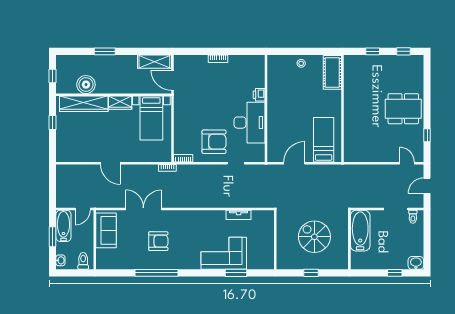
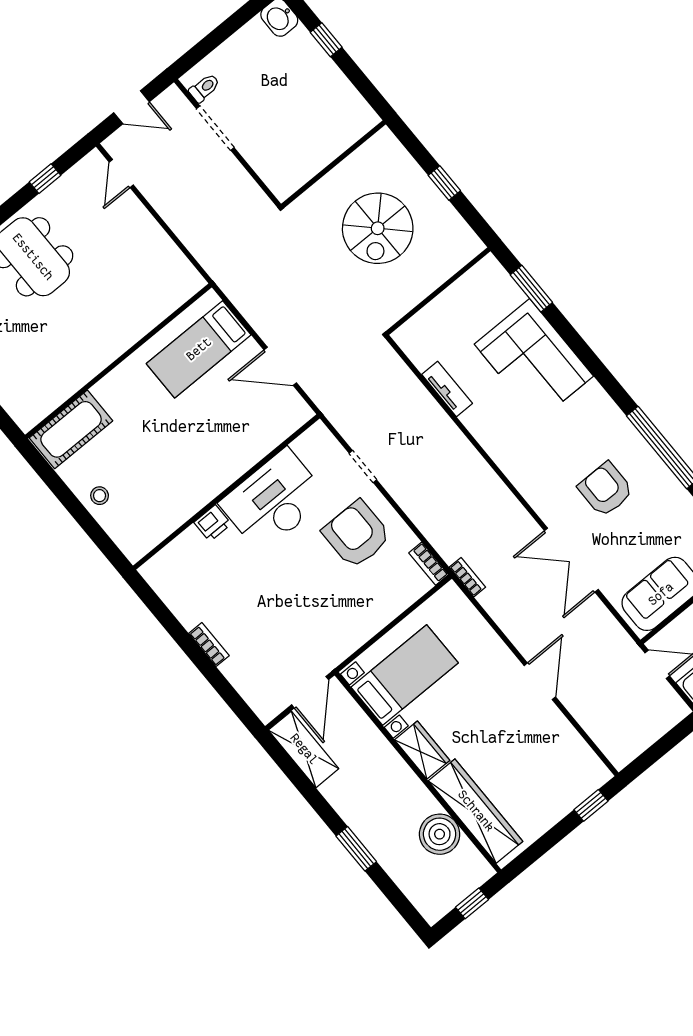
window: (53, 122) -> (591, 805), moved
bathtub: (360, 231) -> (303, 158), removed
window: (236, 273) -> (531, 289), moved

